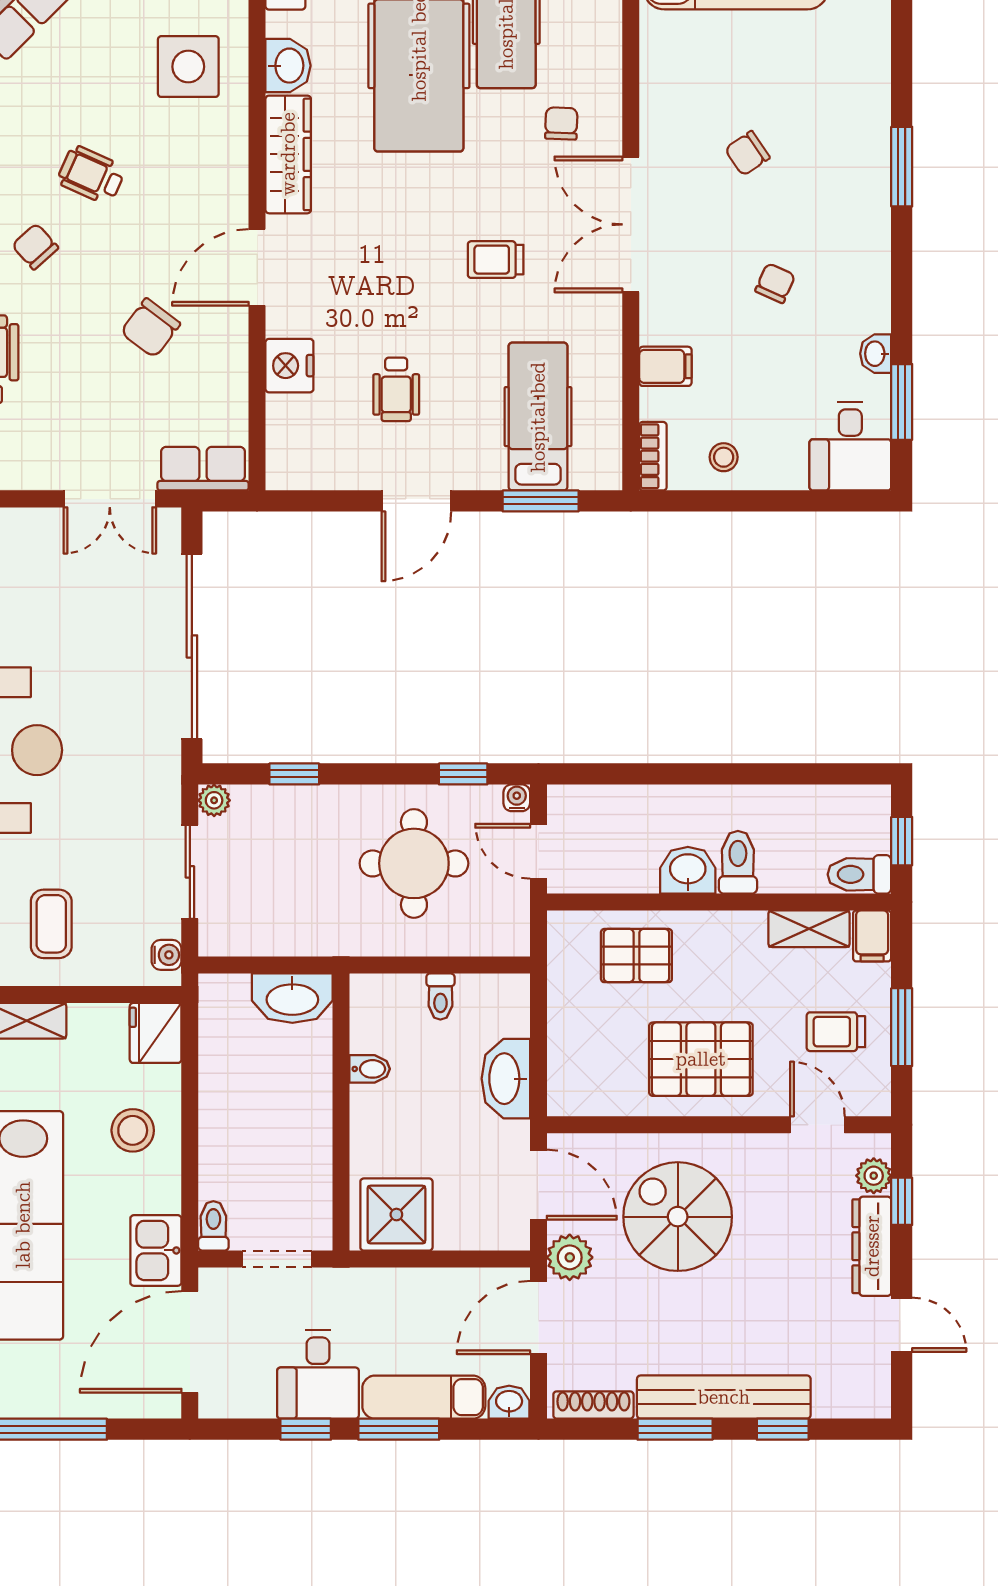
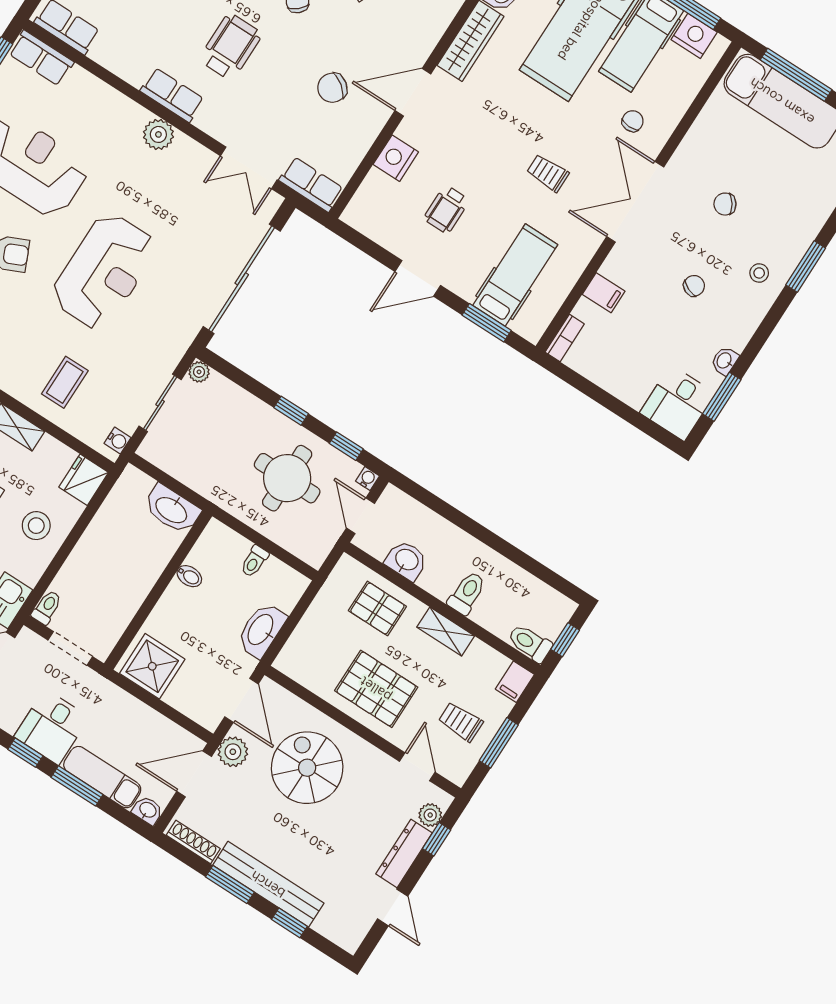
stool: (724, 457) -> (759, 273), moved
window: (294, 774) -> (291, 411), moved
washbasin: (688, 870) -> (406, 560), moved
shelving: (809, 929) -> (446, 632), moved

